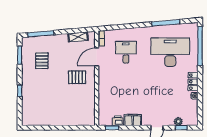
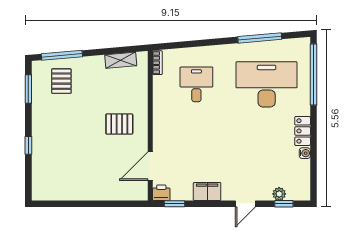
door: (97, 57) -> (150, 166), moved
pallet: (42, 61) -> (61, 81), moved
printer: (118, 121) -> (161, 193), moved

